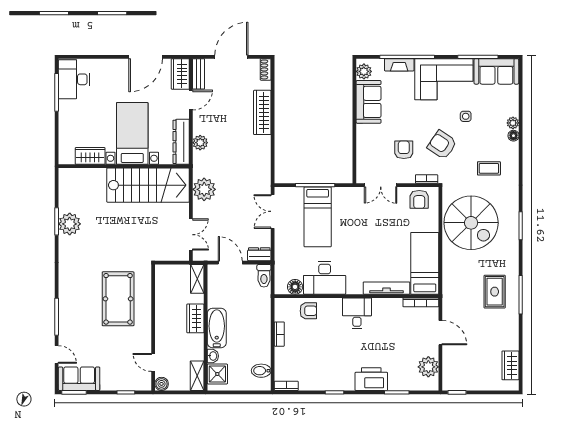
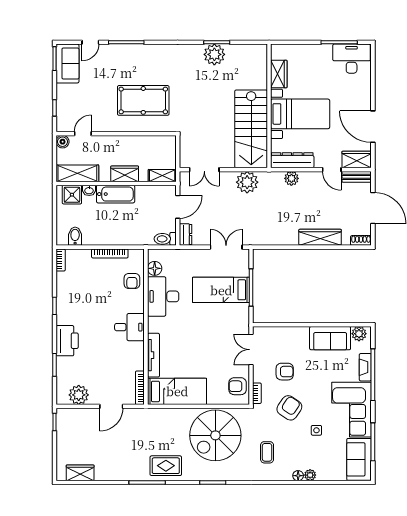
rug: (495, 292) -> (166, 466), moved
bookcase: (279, 334) -> (110, 253), width x1.56
shelving: (197, 376) -> (77, 173), width x1.50, depth x1.33

